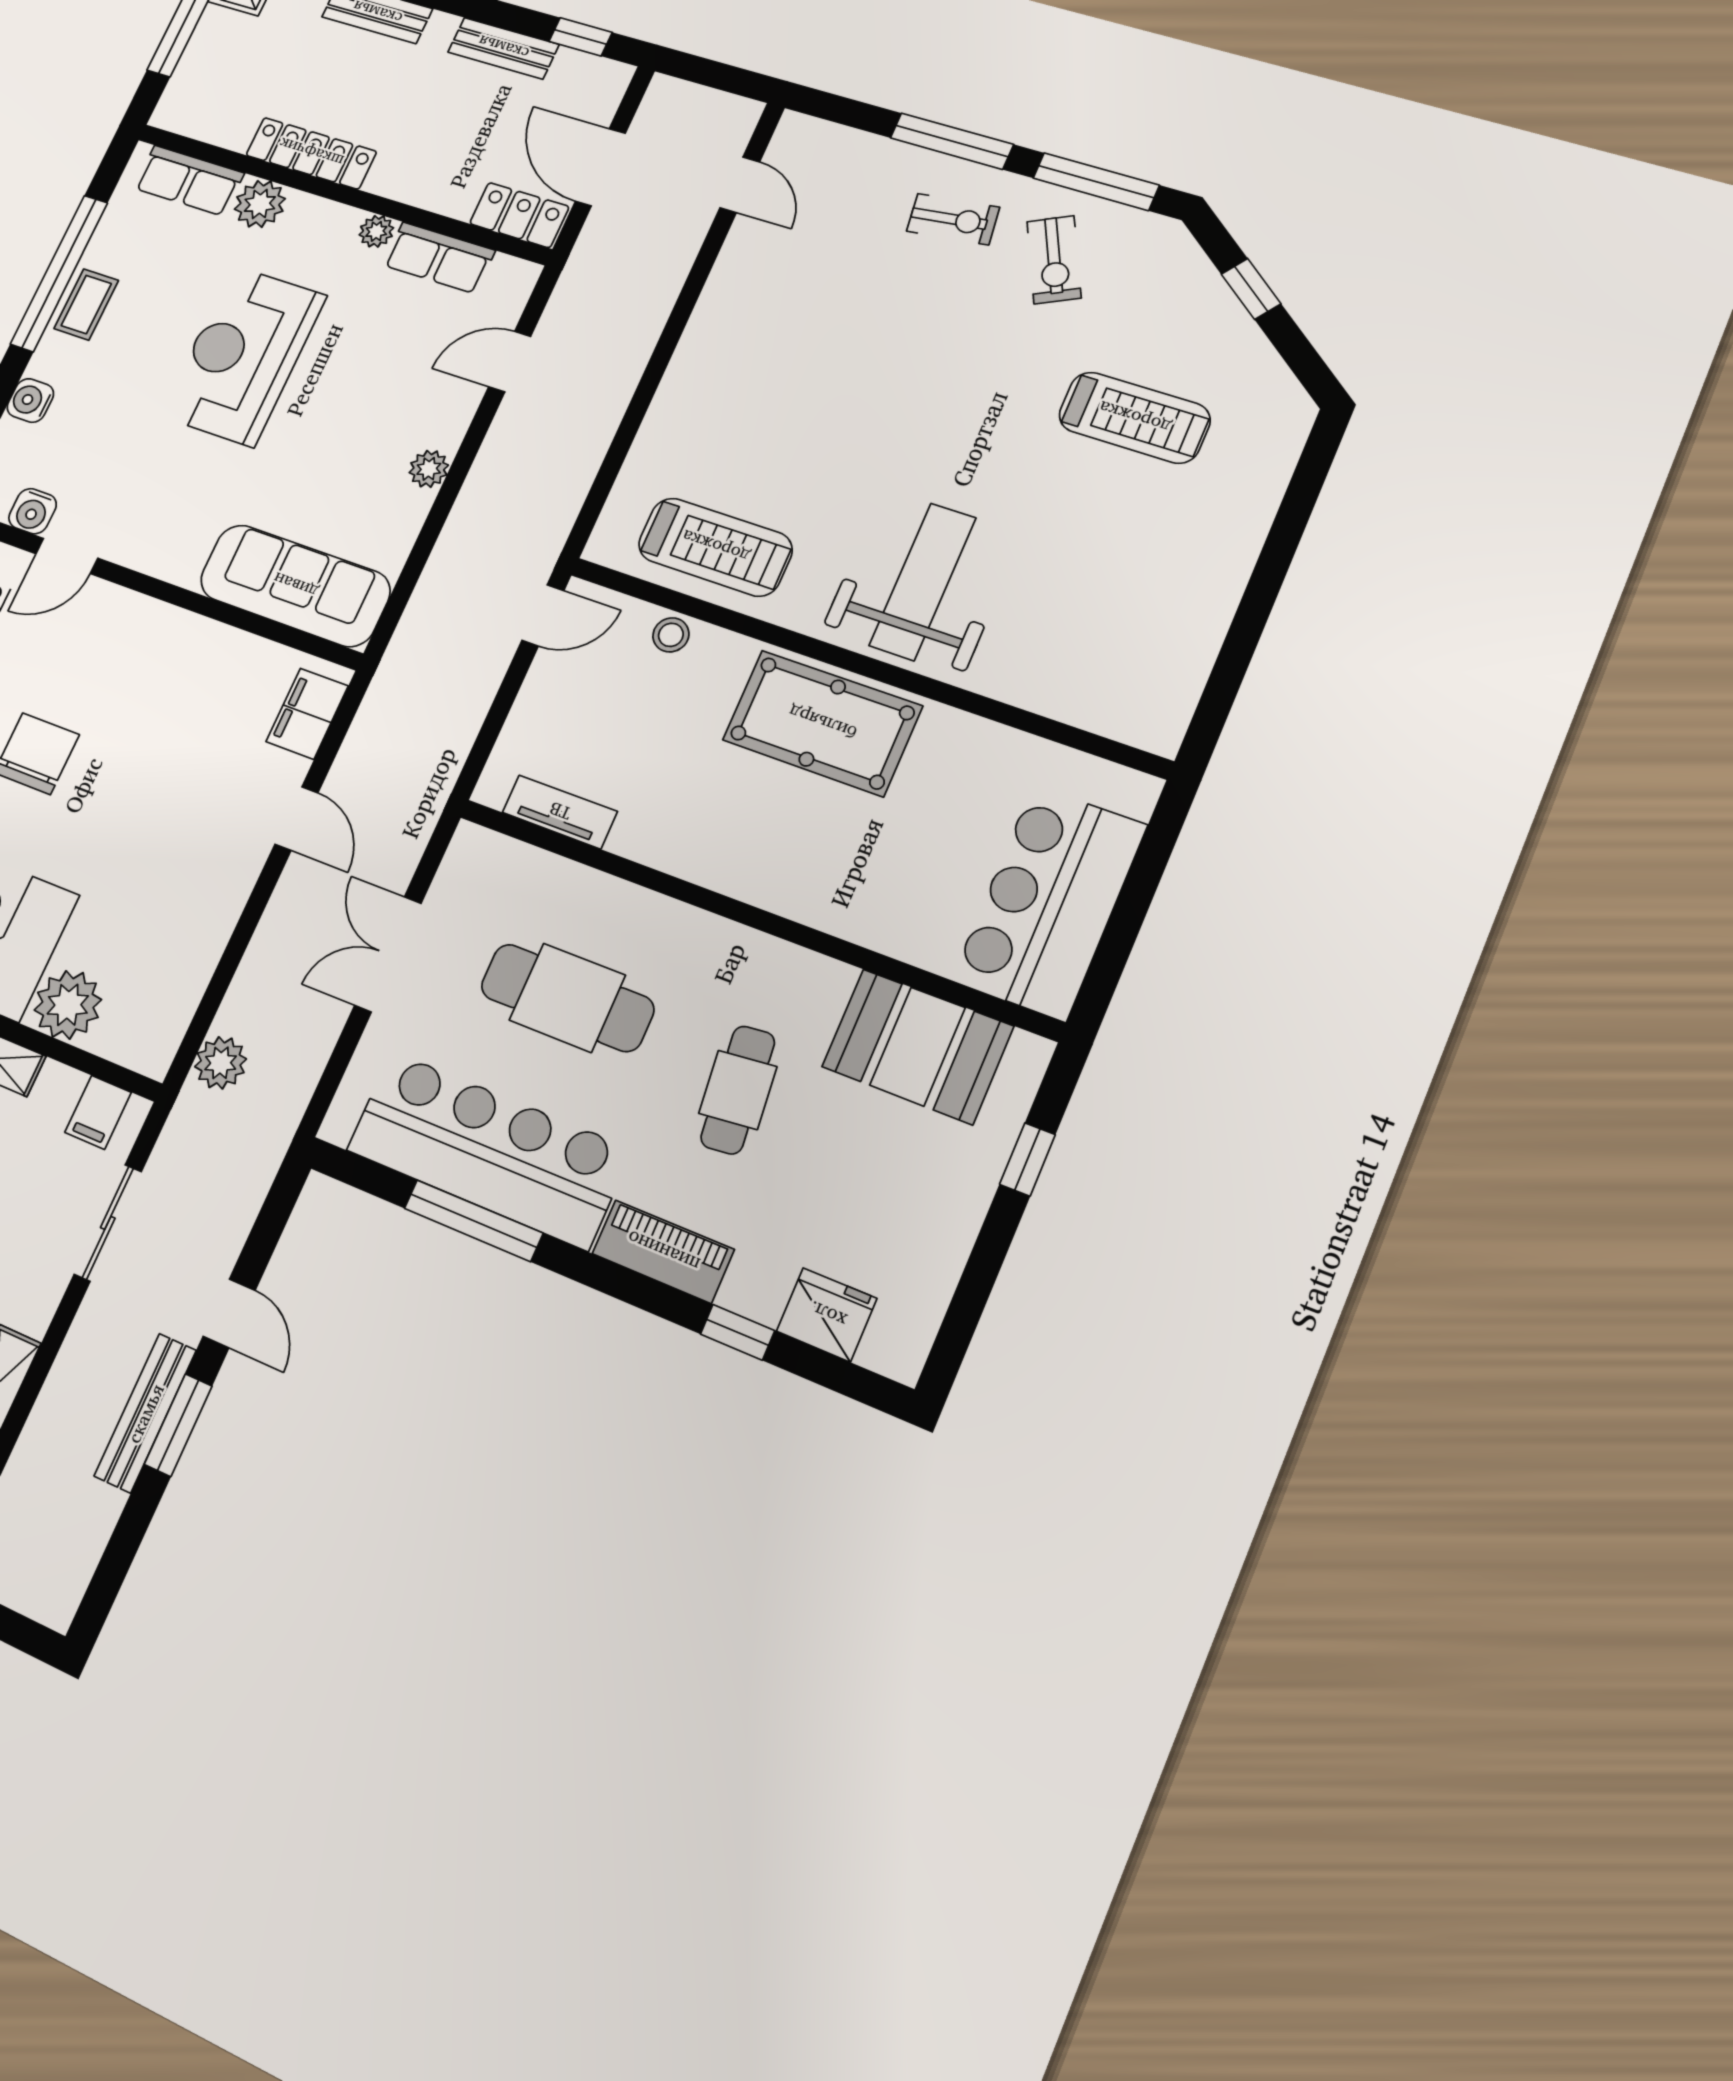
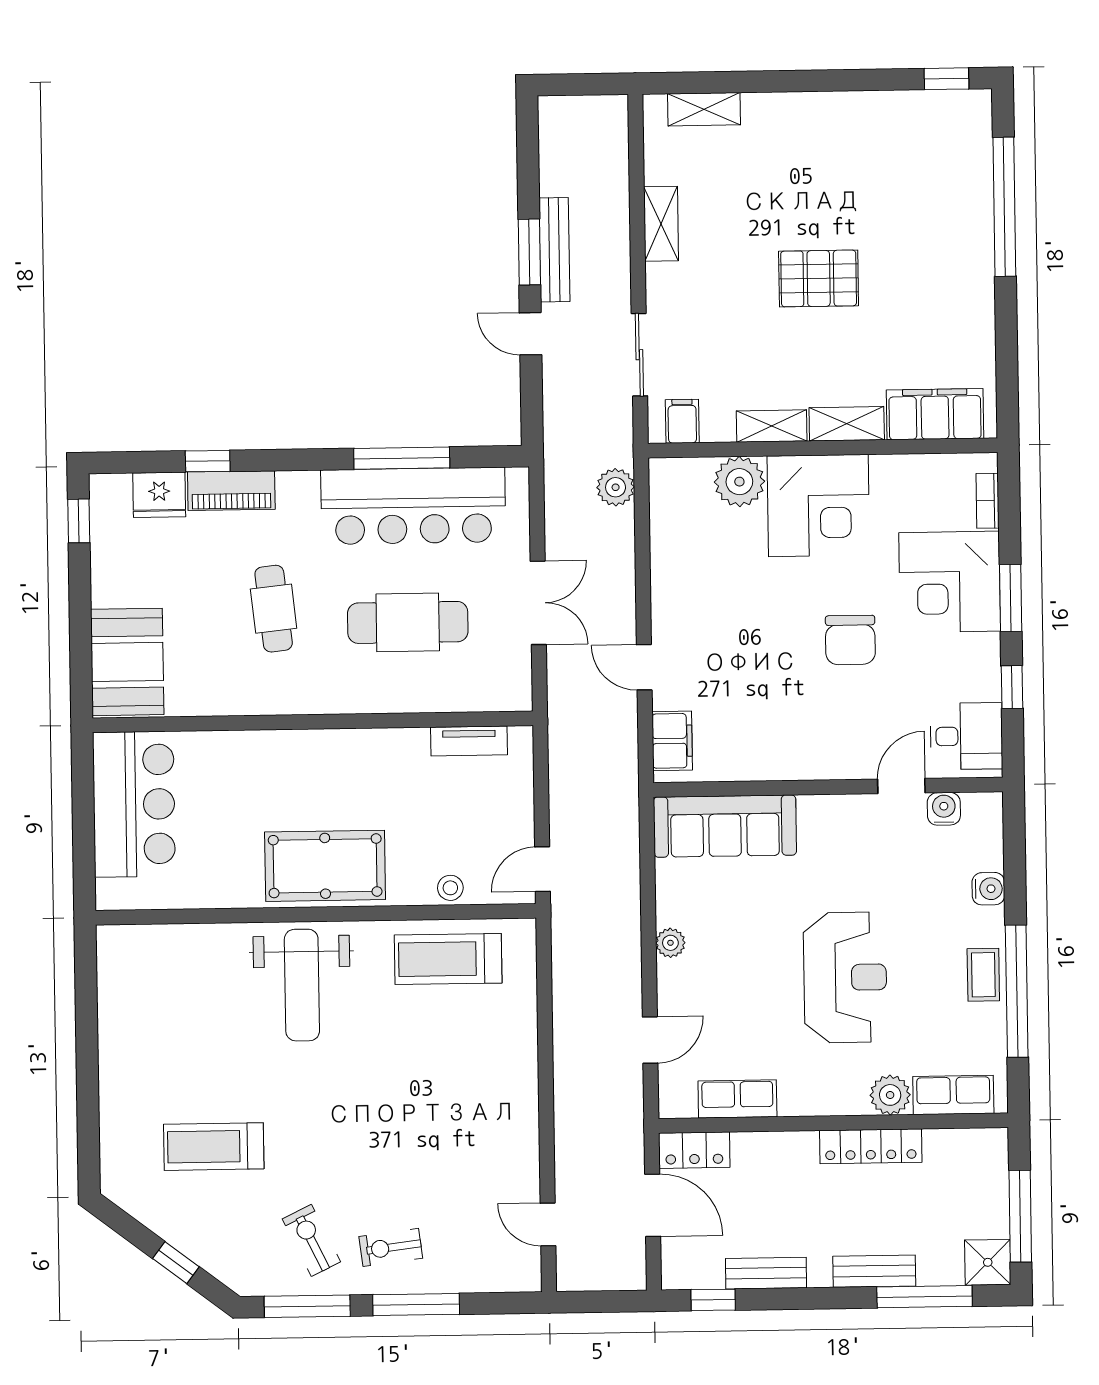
plant: (376, 231) -> (793, 1103), removed
booth: (917, 1046) -> (127, 662), moved, turned 90
window: (1027, 1159) -> (79, 521), moved
piano: (663, 1252) -> (231, 491), moved

